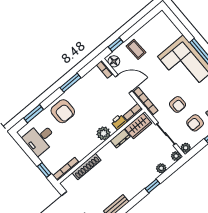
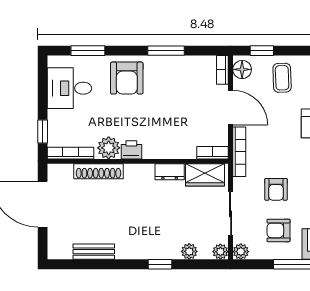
printer: (119, 122) -> (131, 150), moved
plant: (103, 133) -> (109, 148), moved

